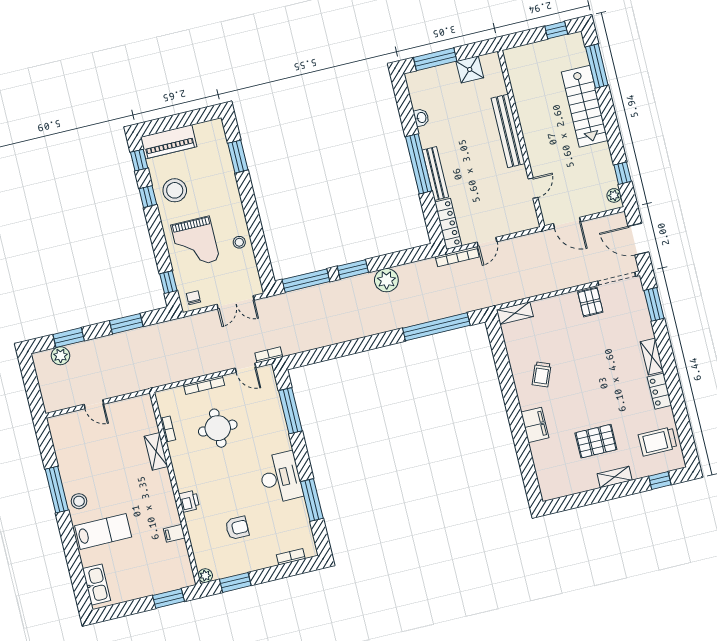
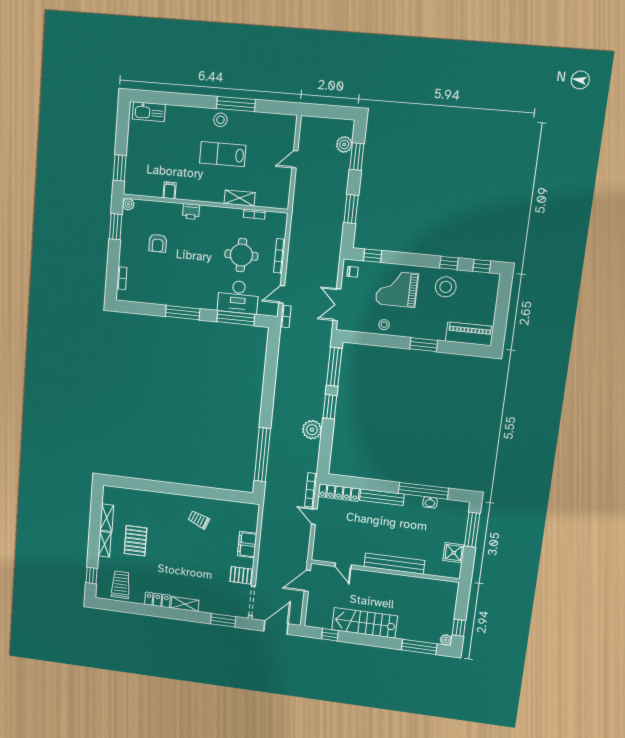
stairs: (585, 106) -> (365, 623), moved
piano: (169, 142) -> (469, 334), moved, turned 90
window: (238, 157) -> (424, 345), moved
window: (419, 164) -> (423, 491), moved
plant: (614, 195) -> (446, 640), moved
shelving: (515, 313) -> (107, 518), moved
filing cabinet: (535, 425) -> (247, 545), moved, turned 90
desk: (280, 477) -> (238, 297), moved
window: (312, 500) -> (183, 313), moved
lab bench: (103, 531) -> (223, 154), moved, turned 90

